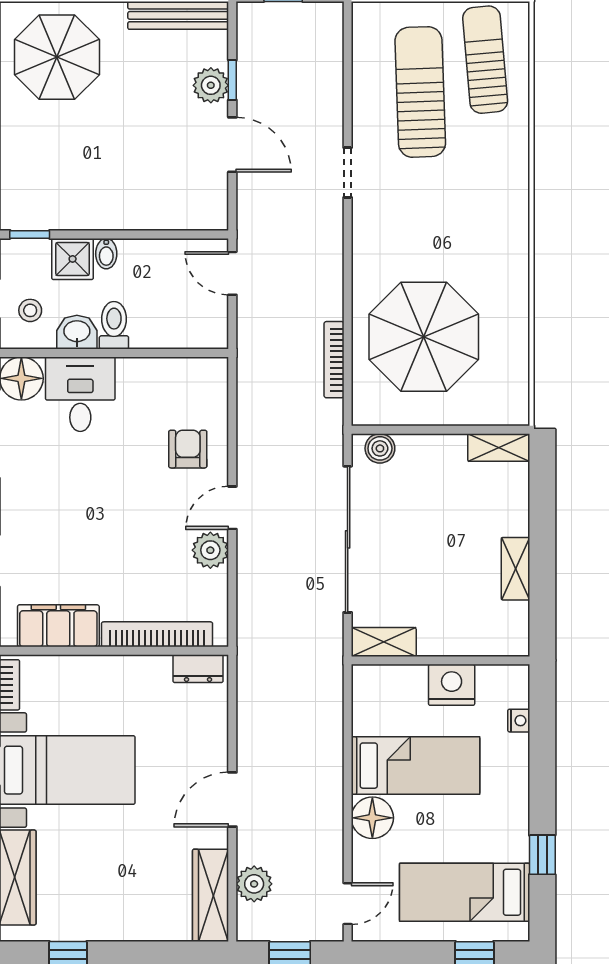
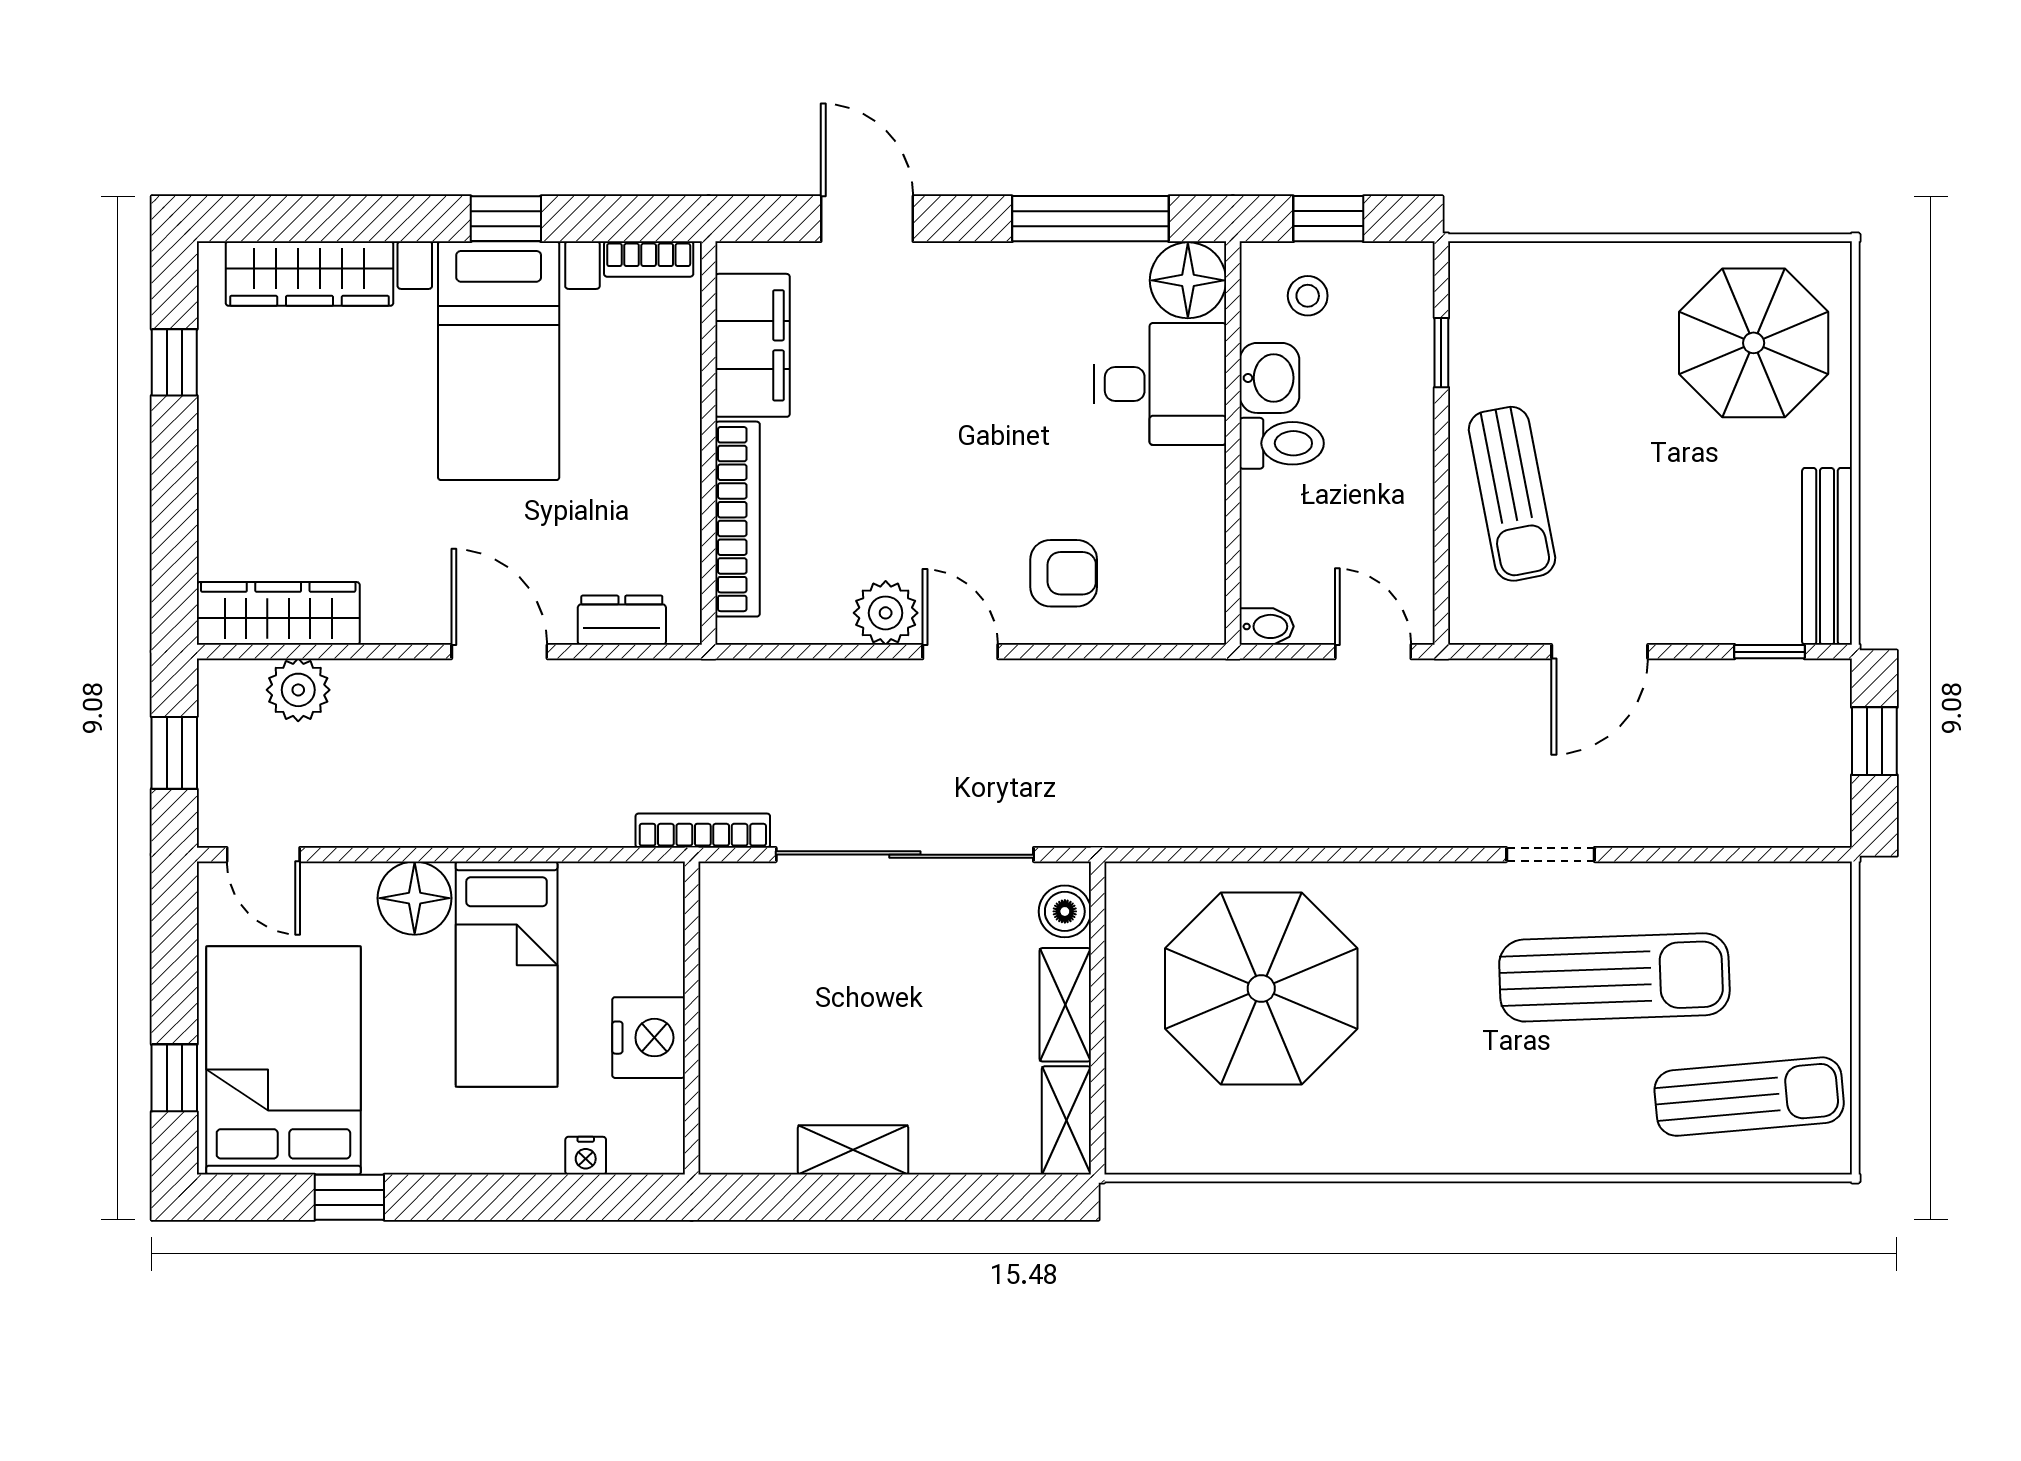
window: (232, 80) -> (1770, 652), moved
plant: (211, 85) -> (1704, 614), removed
sun lounger: (420, 92) -> (1614, 977), moved
sun lounger: (143, 194) -> (1512, 494), added
window: (30, 234) -> (1441, 353), moved
bidet: (106, 254) -> (1267, 626), moved, turned 180
shower: (73, 259) -> (1398, 370), removed
door: (232, 273) -> (1373, 652), hinge flipped
bookcase: (334, 360) -> (703, 831), moved
shelving: (384, 642) -> (1065, 1005), moved
dresser: (198, 669) -> (622, 620), moved, turned 90
door: (232, 799) -> (499, 652), moved
bed: (465, 892) -> (283, 1060), width x1.50

